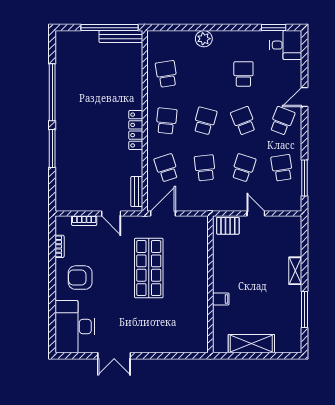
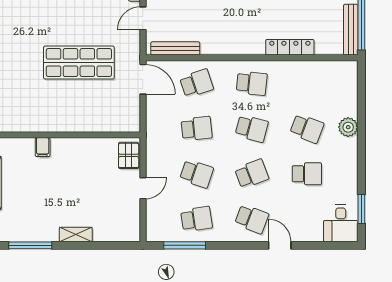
school desk: (166, 74) -> (307, 129), moved, turned 30
locker: (136, 130) -> (290, 47), moved
bench: (137, 191) -> (175, 48), width x1.36

